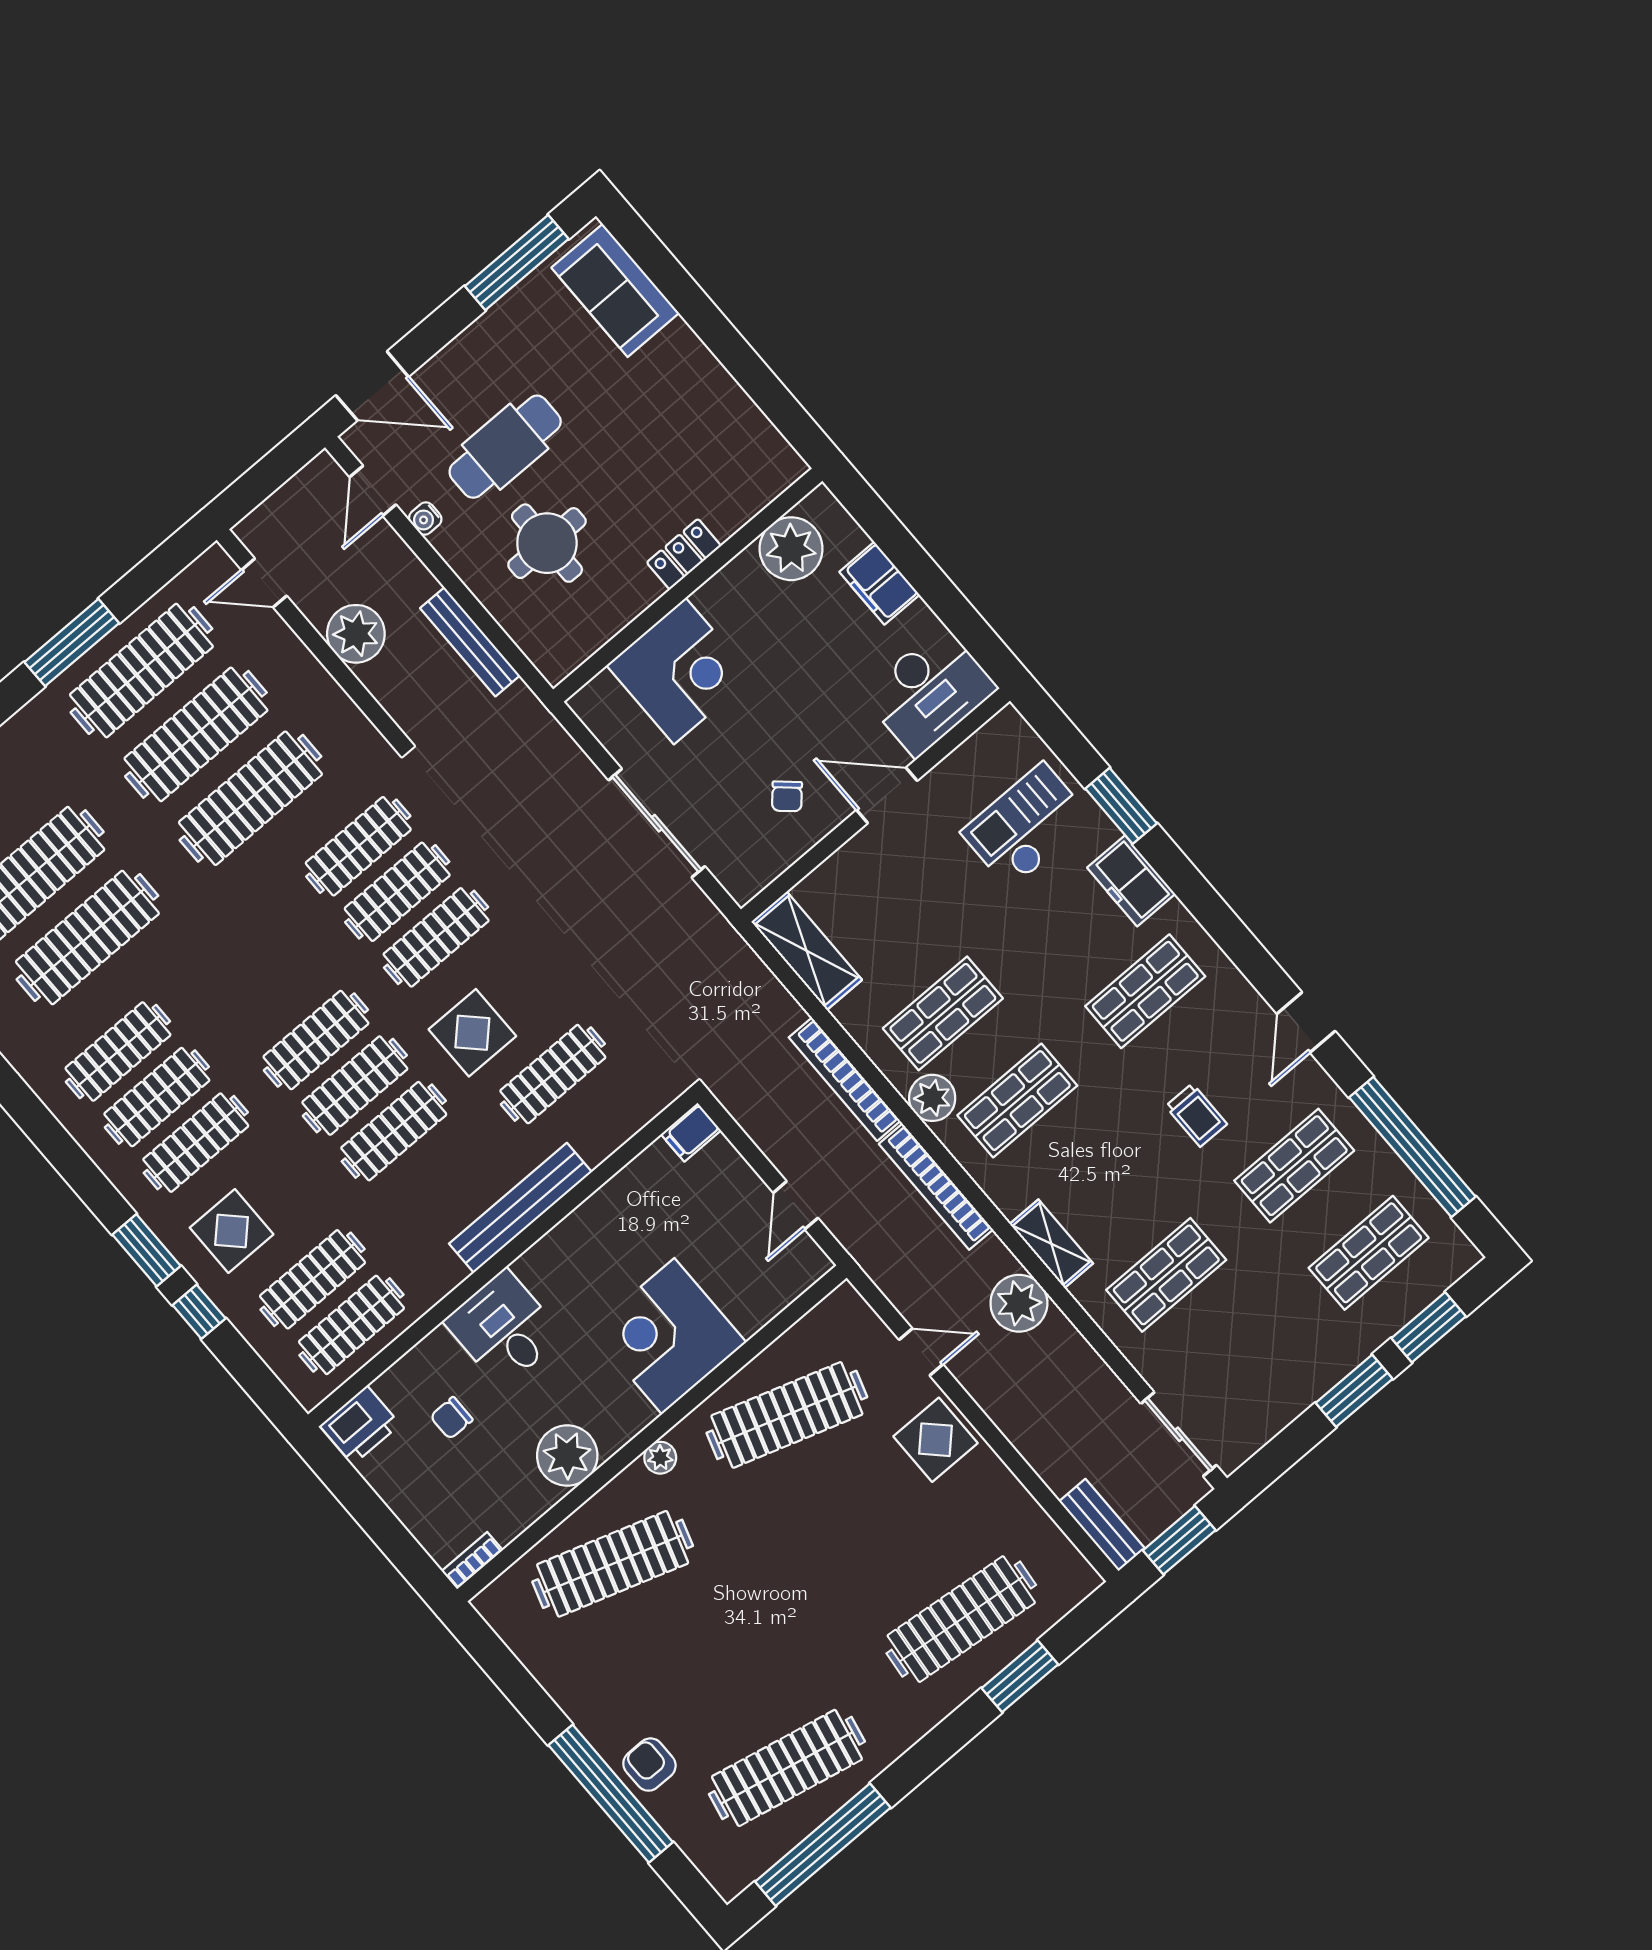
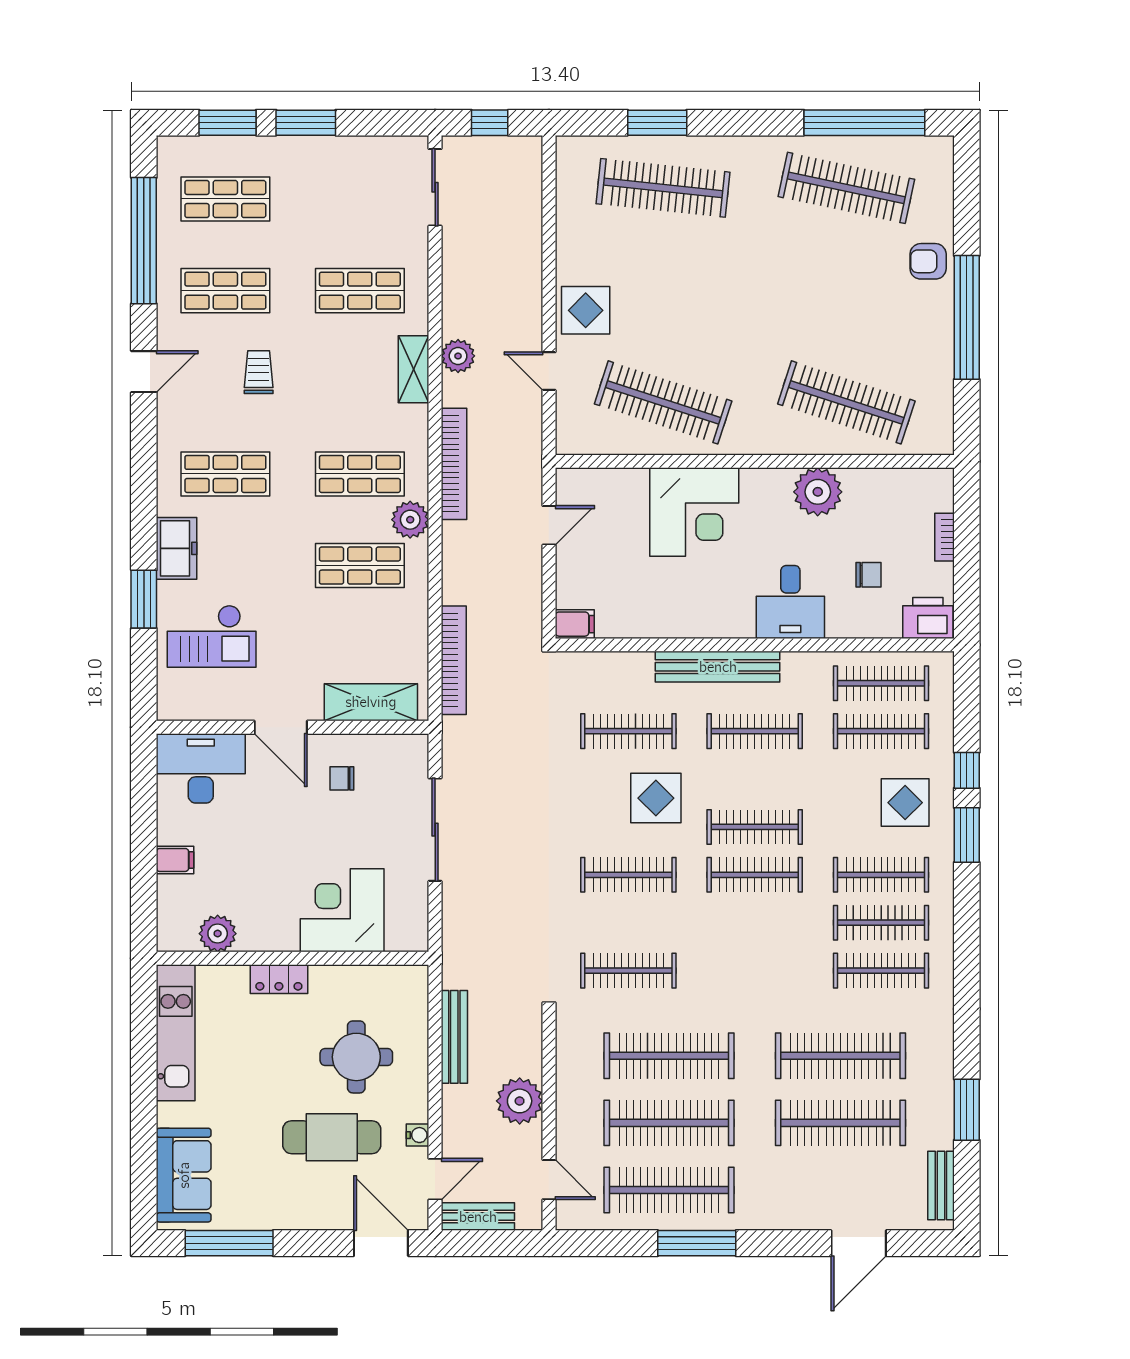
kitchen unit: (739, 419) -> (176, 1033), added
plant: (791, 549) -> (218, 934), width x0.73, depth x0.73
filing cabinet: (879, 583) -> (175, 860), width x0.50
chair: (787, 796) -> (342, 778), turned -132
clothes rail: (397, 892) -> (628, 923), removed
shelving: (807, 951) -> (371, 702), moved, turned 90
bookcase: (845, 1079) -> (454, 660), moved
clothes rail: (394, 1131) -> (755, 731), moved
plant: (1019, 1303) -> (458, 356), width x0.73, depth x0.73
plant: (660, 1458) -> (762, 442), removed
bench: (1102, 1525) -> (478, 1217), moved, turned 90
window: (1179, 1540) -> (490, 123), width x0.67
bookcase: (472, 1561) -> (944, 537), moved, turned 90
armchair: (649, 1765) -> (928, 261), turned 90
window: (611, 1794) -> (967, 317), moved

